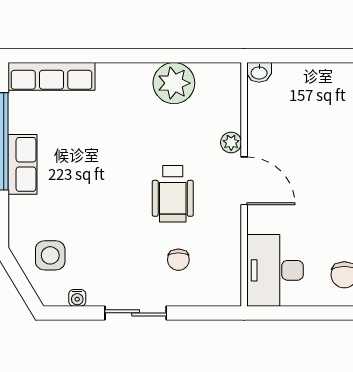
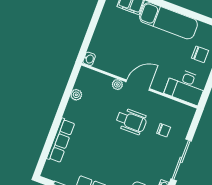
row of seats: (52, 76) -> (61, 141), moved
plant: (174, 83) -> (76, 95), width x0.53, depth x0.53
sliding door: (136, 313) -> (181, 160), width x1.37

